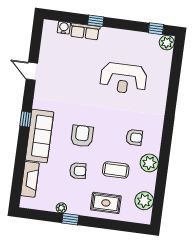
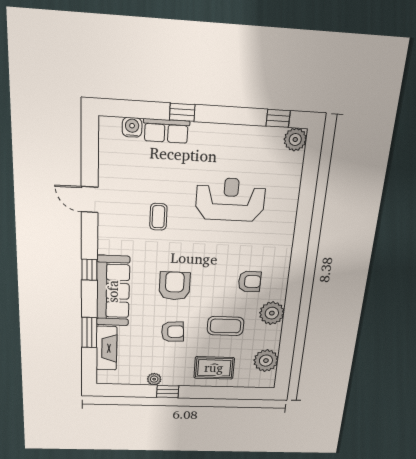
reception desk: (123, 78) -> (230, 200), turned 180
coffee table: (75, 86) -> (158, 217), added
window: (19, 166) -> (89, 333), added

